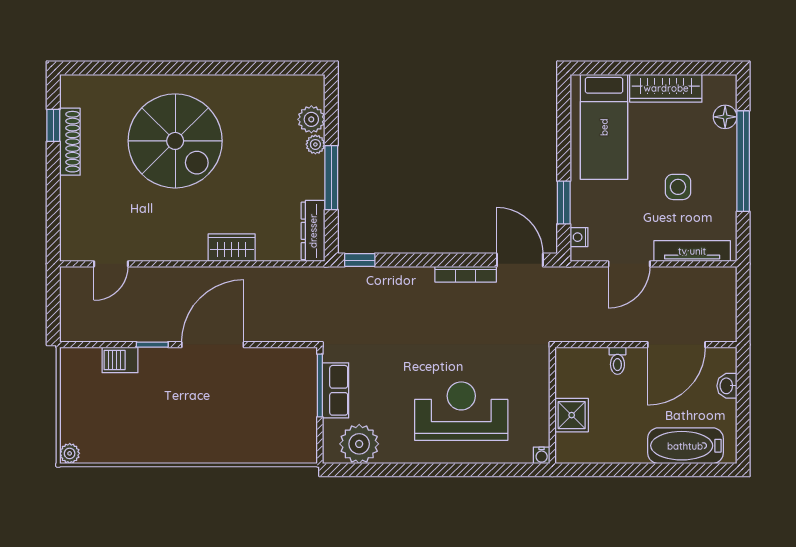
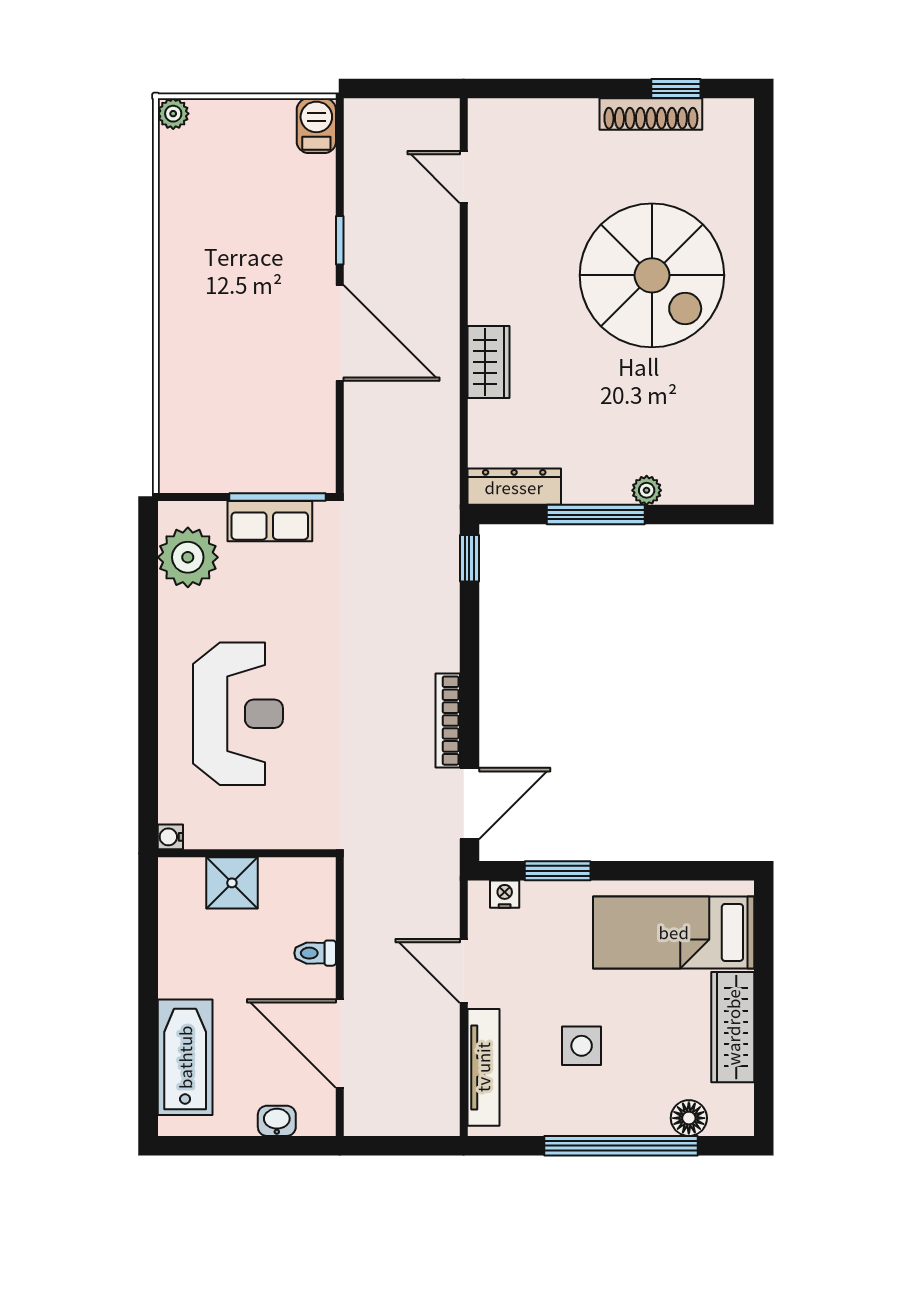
plant: (311, 119) -> (685, 484), removed
spiral stairs: (175, 141) -> (652, 275), turned -90
barbecue: (120, 360) -> (316, 126), moved

